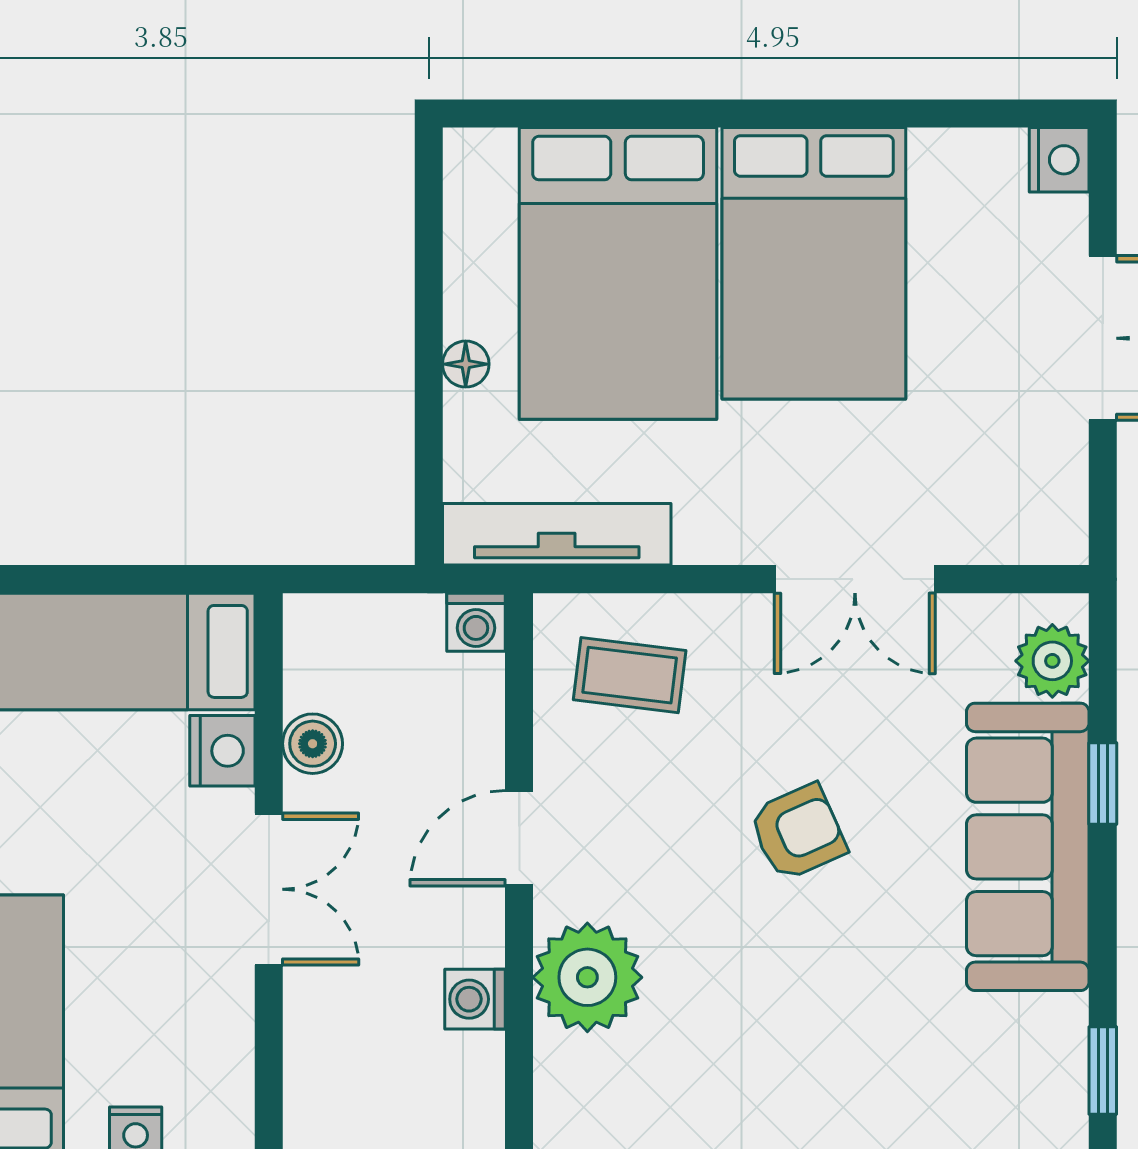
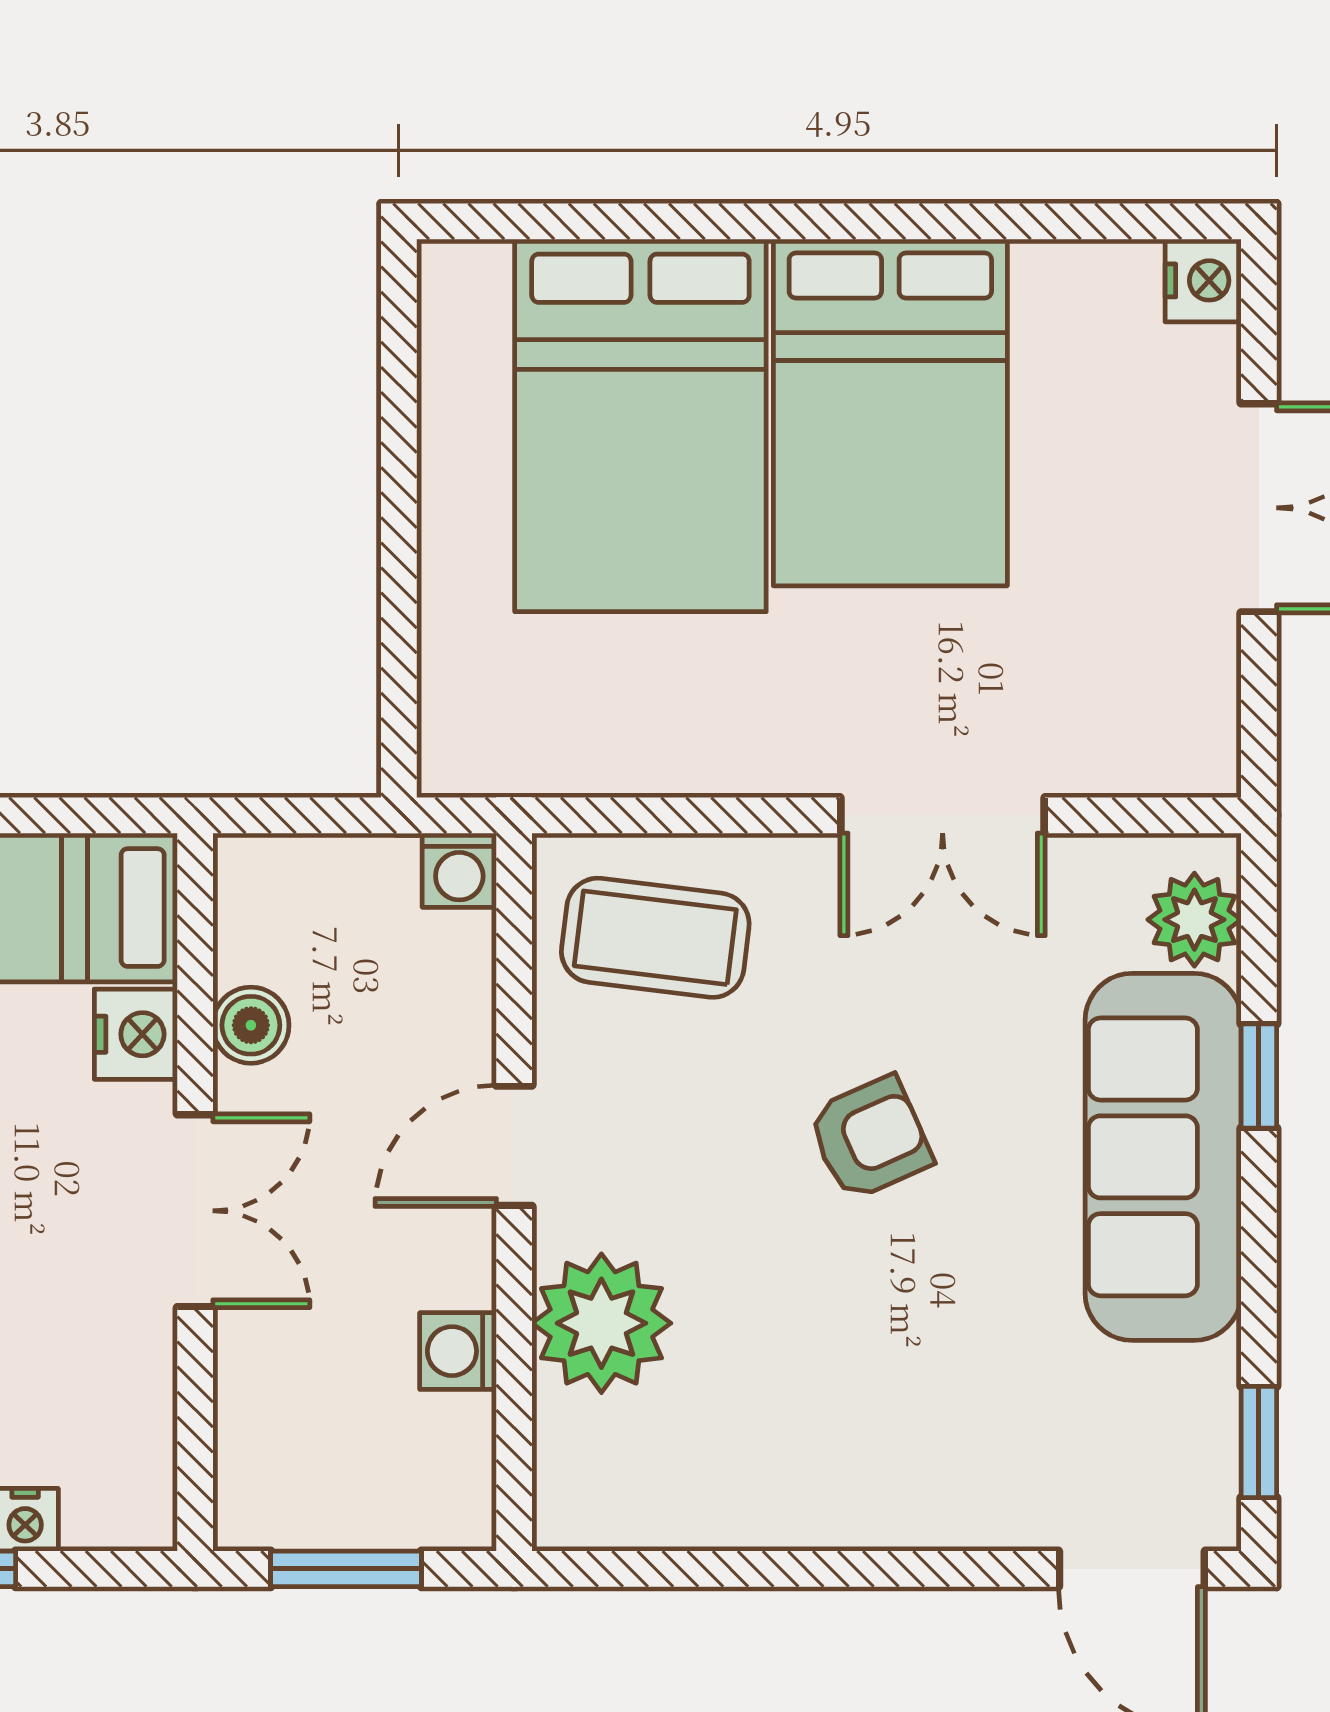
floor lamp: (466, 364) -> (446, 541), removed
tv unit: (557, 534) -> (562, 758), removed
coffee table: (630, 675) -> (655, 938), width x1.36, depth x1.30

